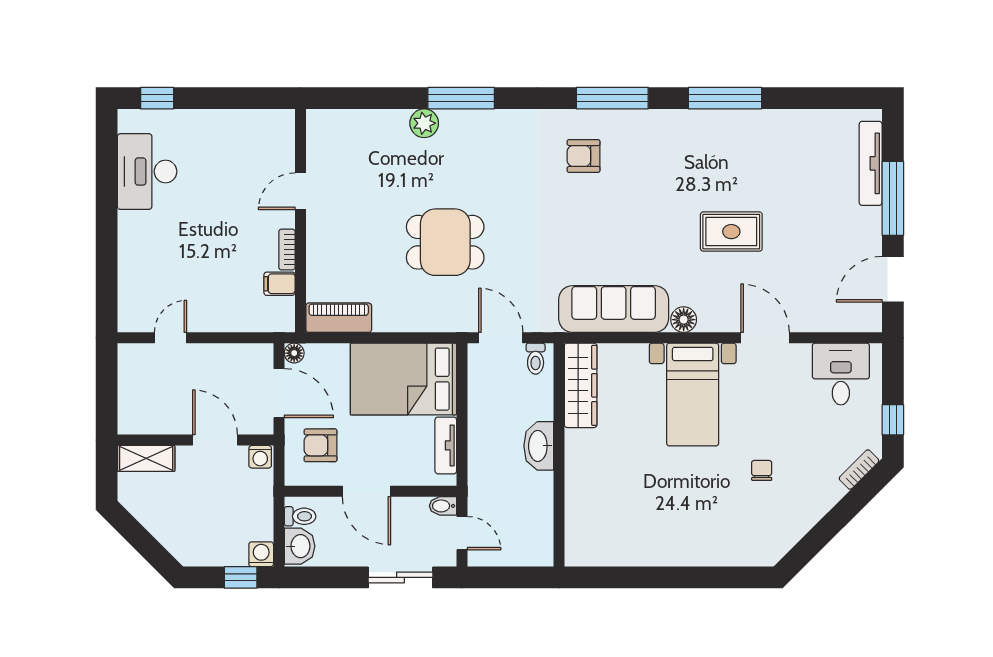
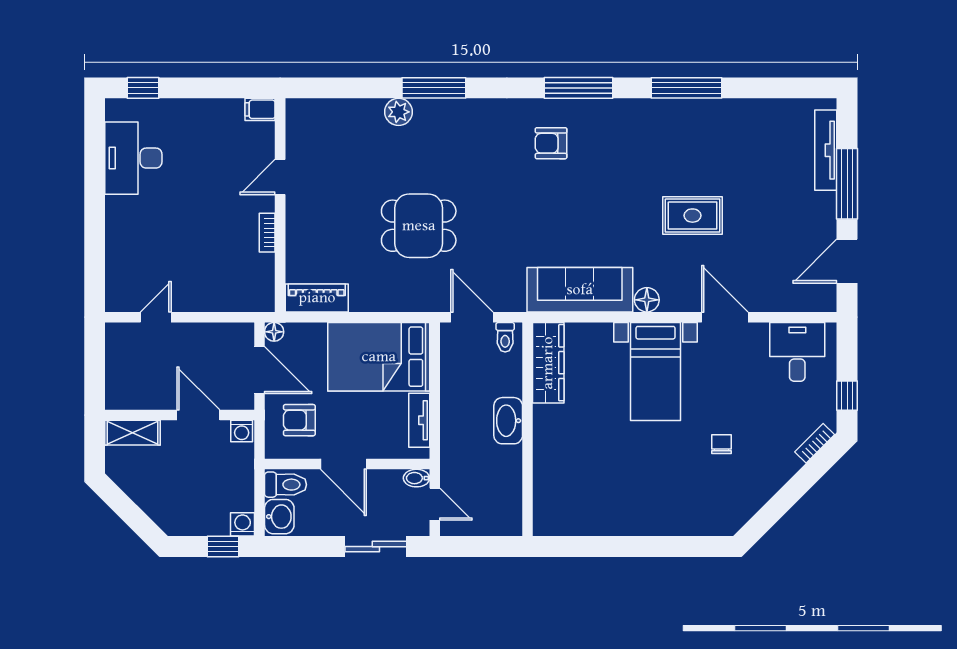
filing cabinet: (280, 284) -> (260, 109), moved
toilet: (300, 516) -> (286, 485), width x1.37, depth x1.39

